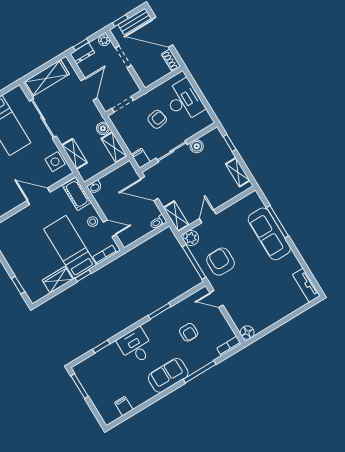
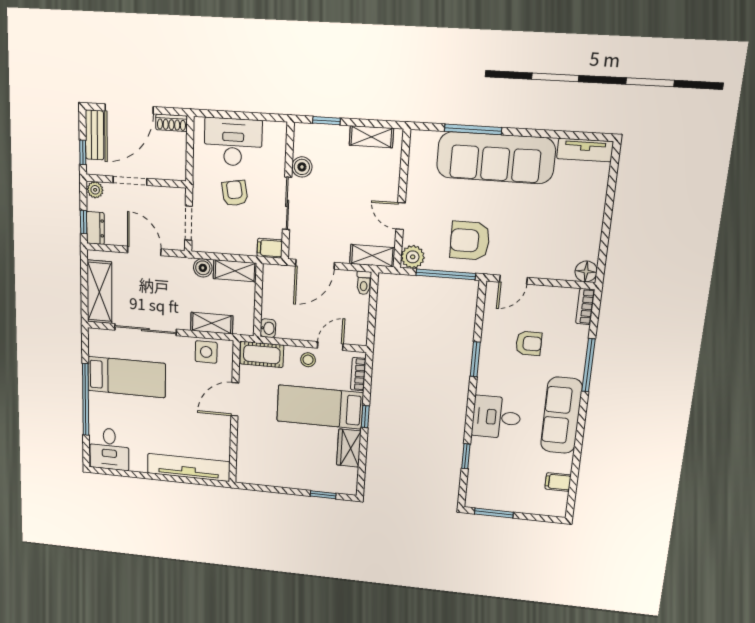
sofa: (269, 234) -> (496, 158), width x1.36, depth x1.27
sofa: (168, 375) -> (561, 415), width x1.36

